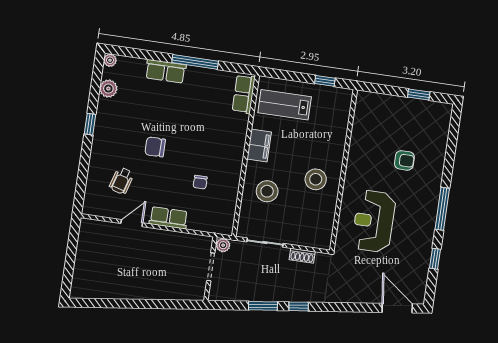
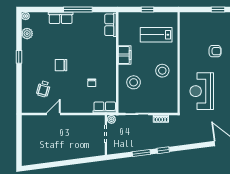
window: (325, 81) -> (147, 9), moved
lab bench: (285, 105) -> (156, 35), moved
row of seats: (169, 218) -> (105, 107), moved

